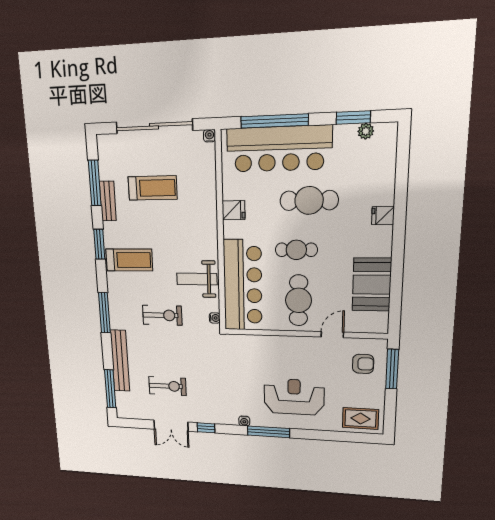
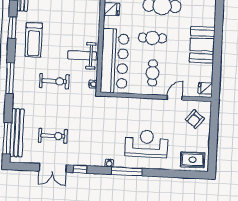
fridge: (383, 216) -> (205, 88), moved
treadmill: (129, 260) -> (34, 40), turned 90
booth: (372, 285) -> (202, 45), moved
cafe table: (298, 300) -> (153, 73), width x0.73, depth x0.74
bench: (120, 361) -> (17, 133), moved
armchair: (363, 364) -> (195, 119), turned 129
window: (392, 369) -> (214, 123), removed

